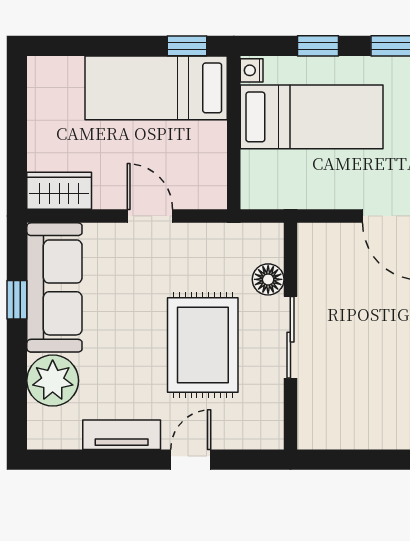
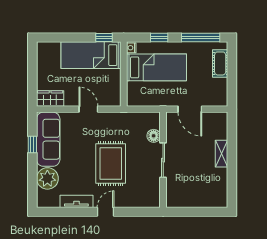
floor lamp: (268, 279) -> (154, 136), moved
wall: (290, 336) -> (163, 160), moved
sliding door: (290, 337) -> (163, 160), moved

